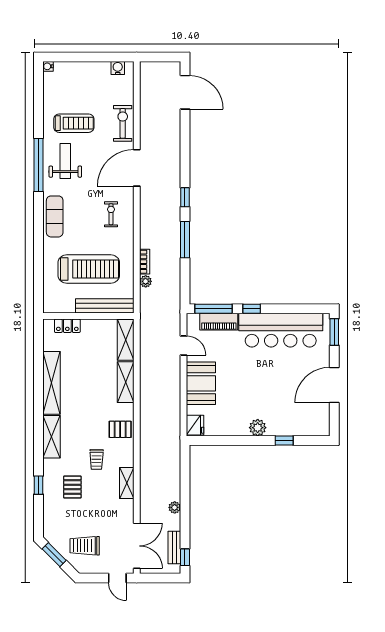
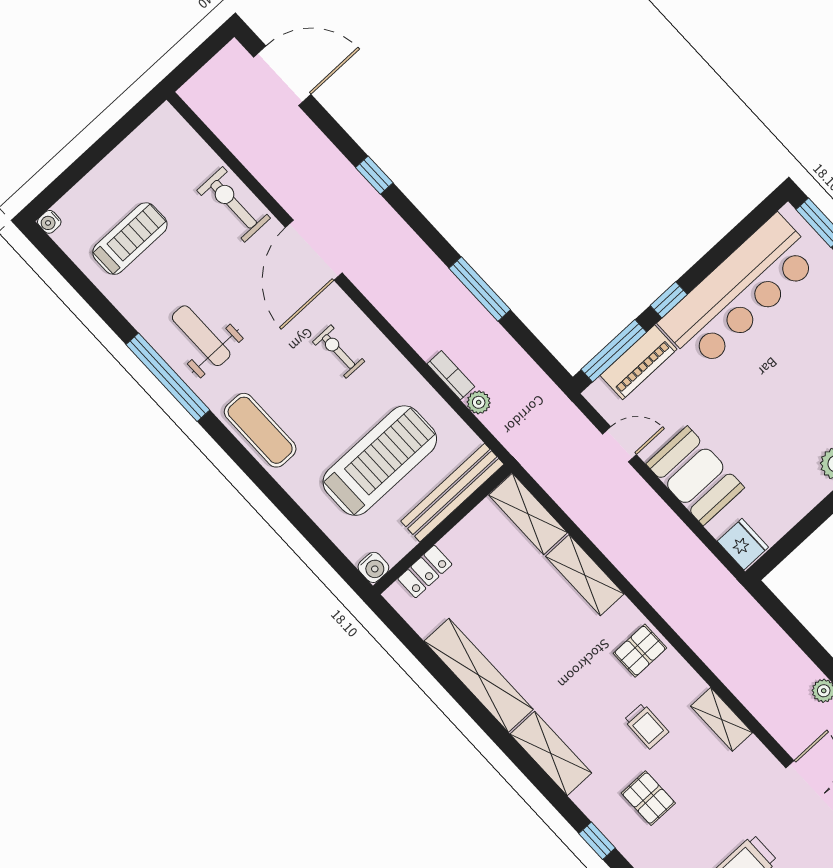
water cooler: (118, 68) -> (373, 567), moved, turned 180
treadmill: (74, 123) -> (130, 239), moved
window: (185, 197) -> (374, 175), moved

